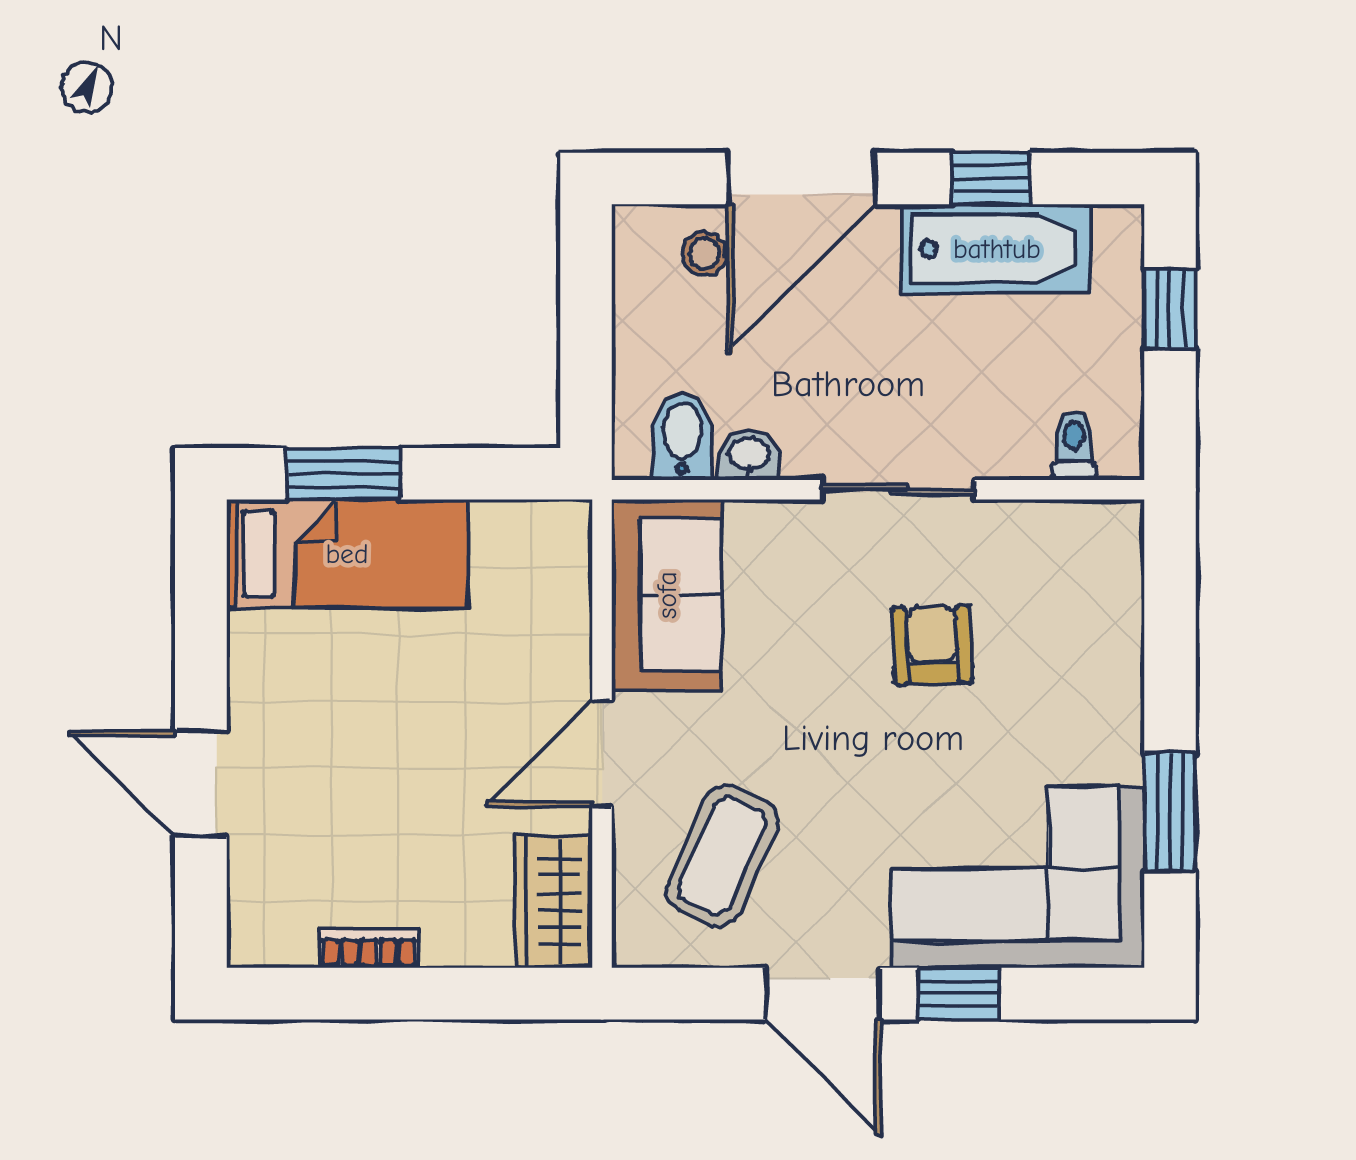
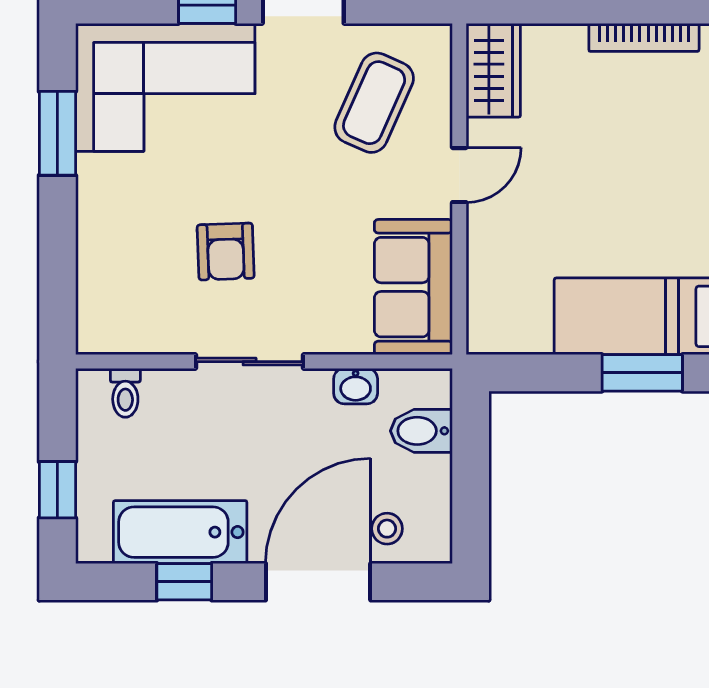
bidet: (682, 436) -> (421, 431), moved, turned 90
door: (602, 753) -> (459, 175), width x0.73
bookcase: (369, 948) -> (644, 37), width x1.56

